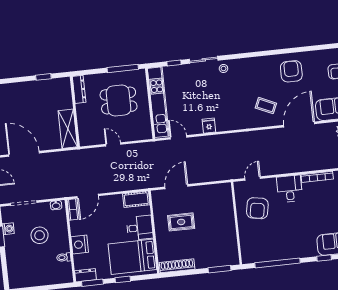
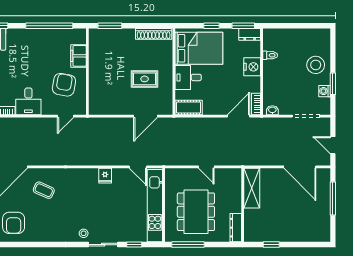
dining table: (119, 101) -> (196, 212), width x1.38
stool: (40, 235) -> (316, 65), moved
filing cabinet: (246, 237) -> (78, 56), added

